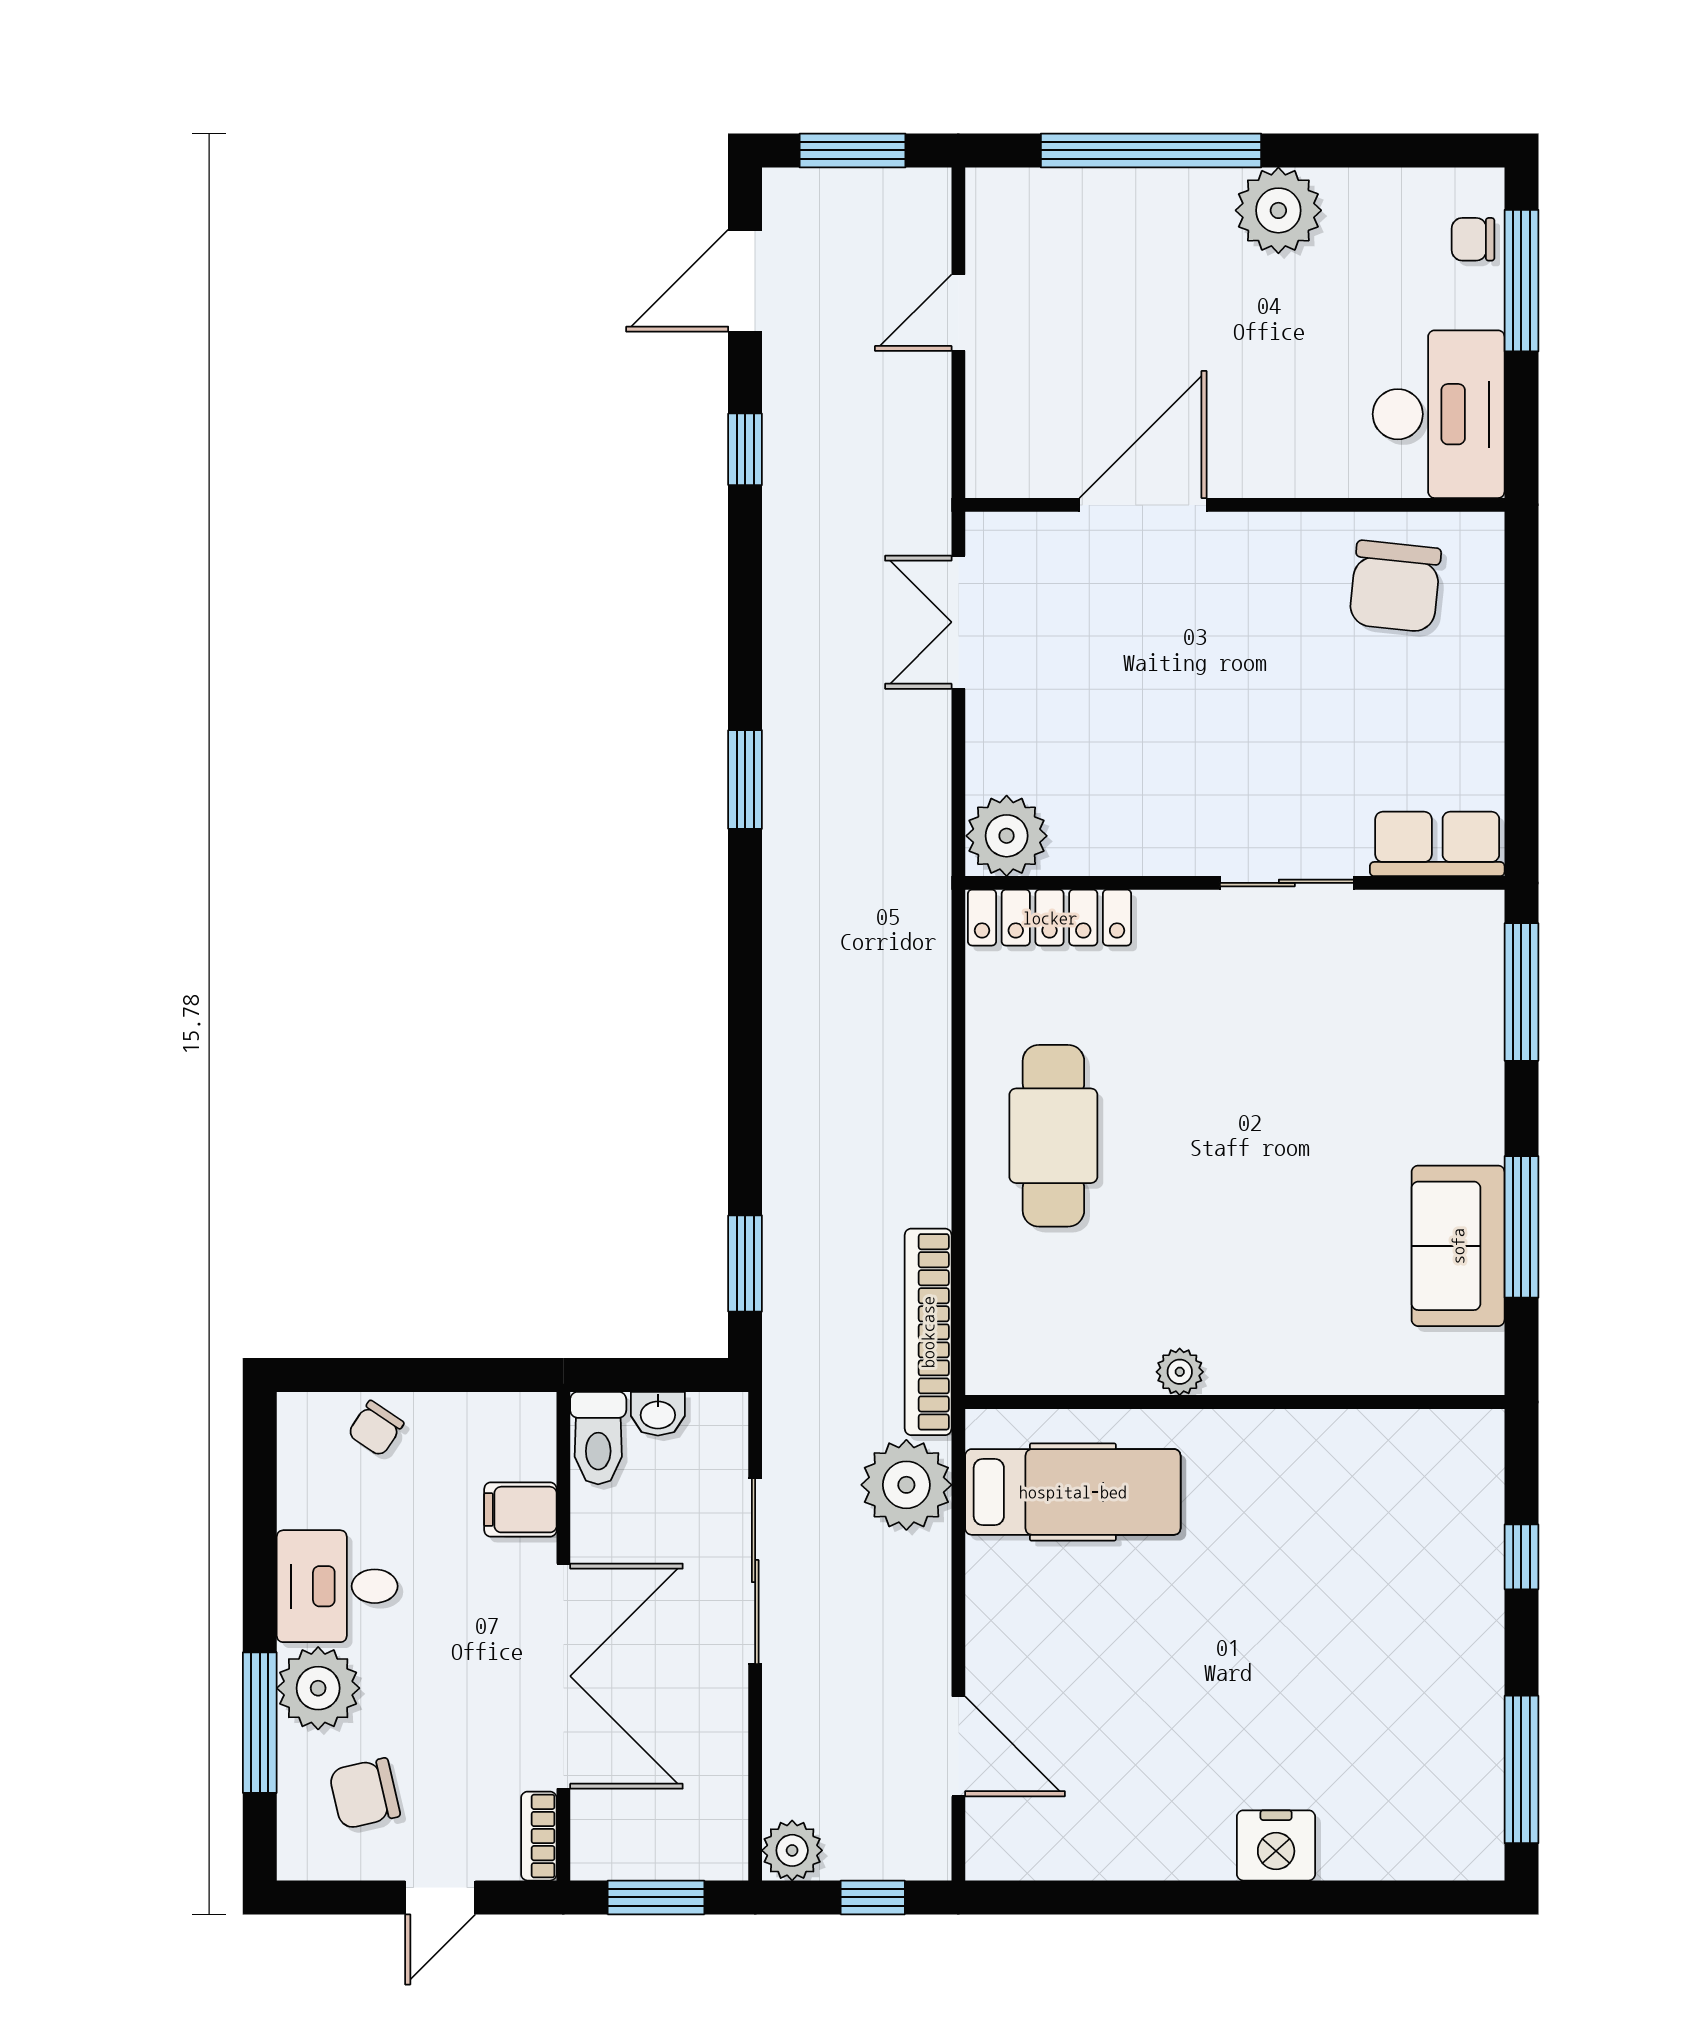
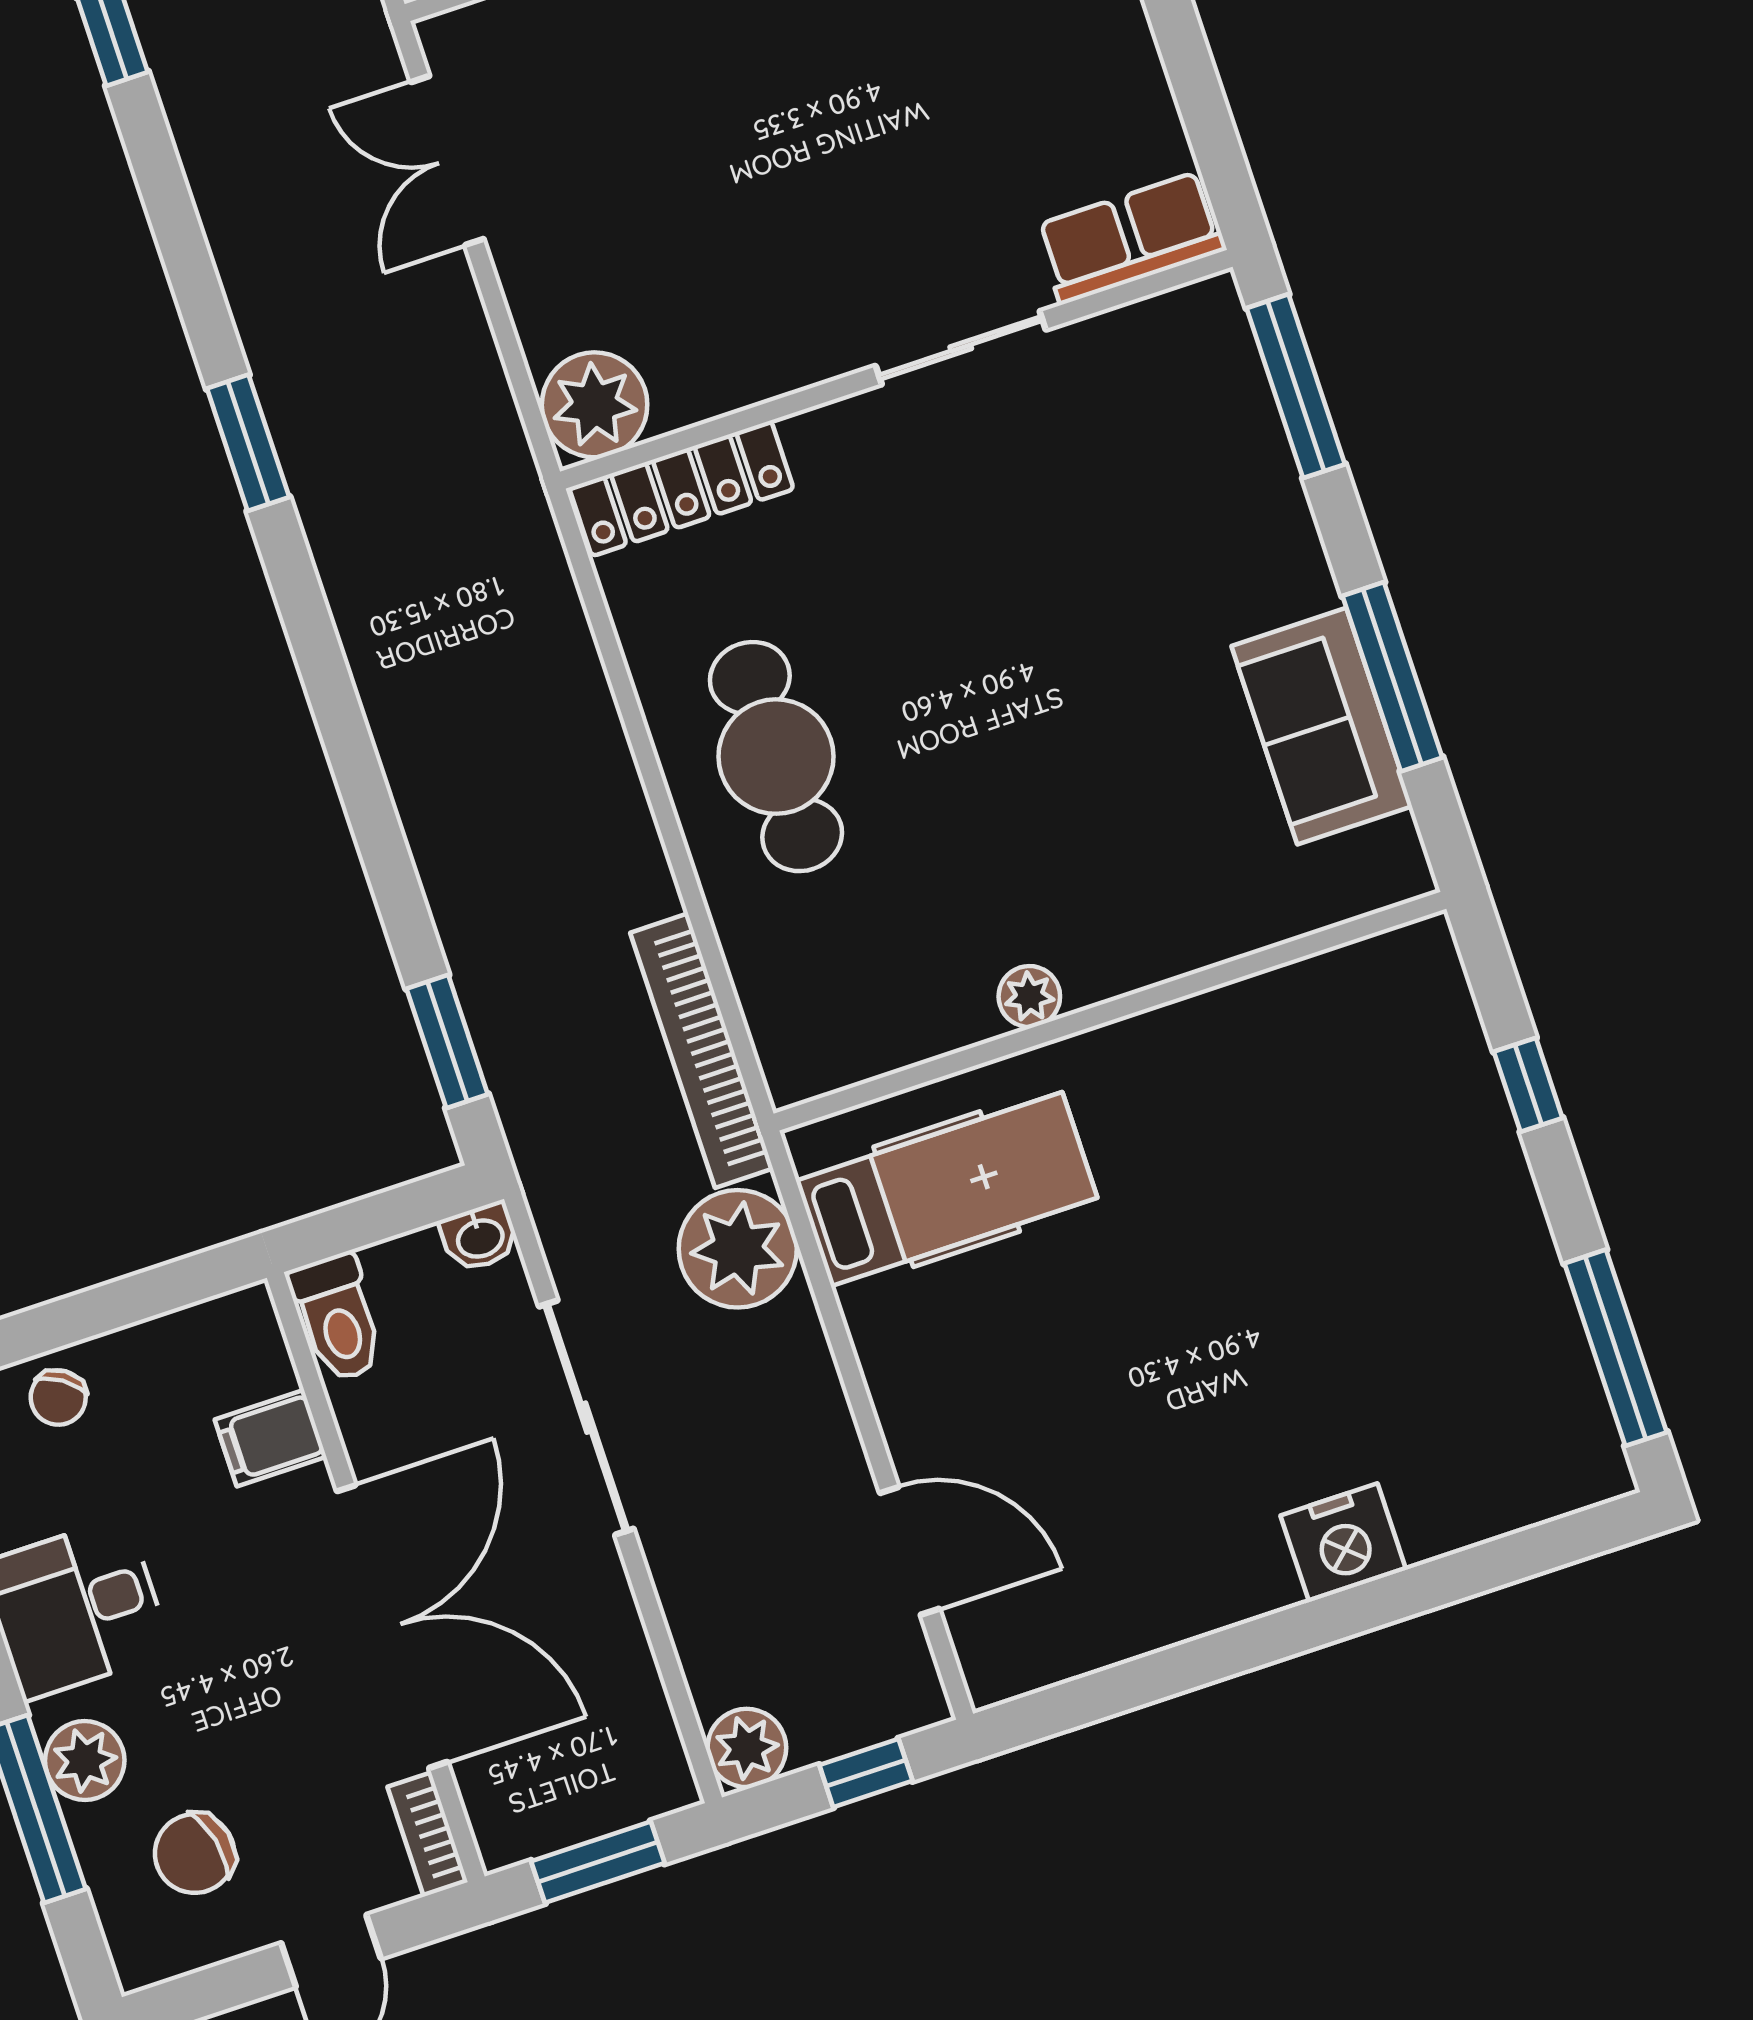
washbasin: (658, 1414) -> (480, 1237), moved
plant: (318, 1688) -> (85, 1760), width x0.73, depth x0.73

